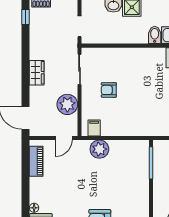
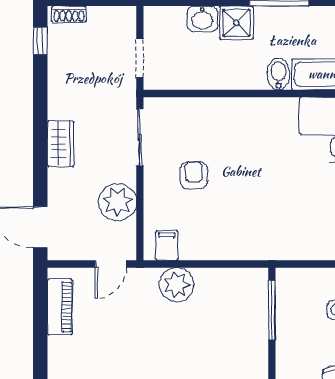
armchair: (109, 90) -> (194, 175), turned 90

